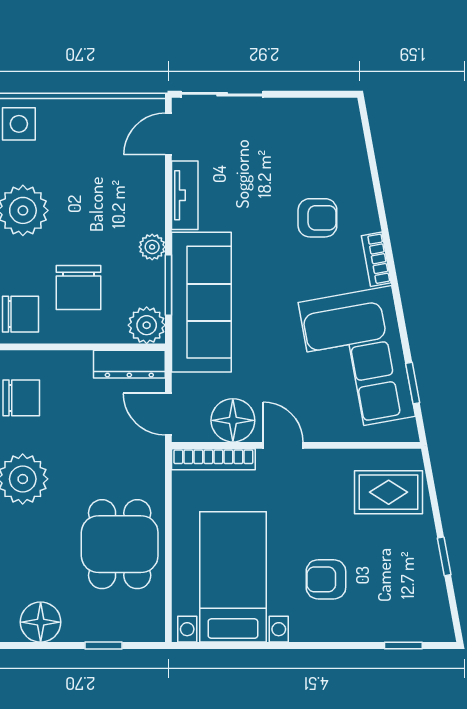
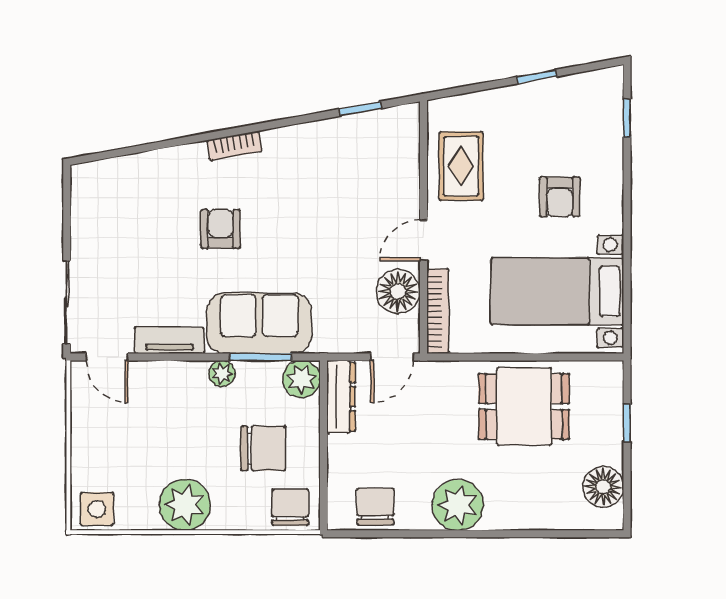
armchair: (317, 218) -> (221, 229), moved
sofa: (201, 302) -> (259, 323), width x0.73
corner sofa: (357, 359) -> (336, 166), removed
rug: (389, 492) -> (461, 166), moved

